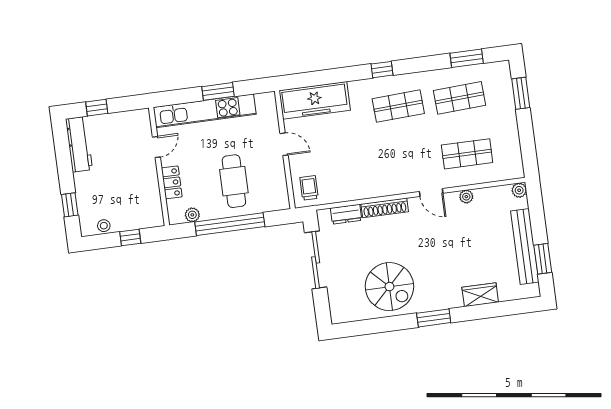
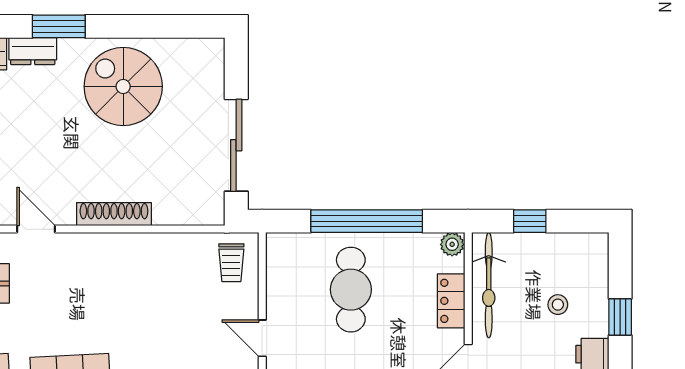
bicycle: (150, 195) -> (489, 285), added
window: (70, 205) -> (620, 317), moved
dresser: (346, 214) -> (33, 51), moved, turned 180
plant: (192, 215) -> (452, 244), moved
stool: (104, 226) -> (558, 305), moved

